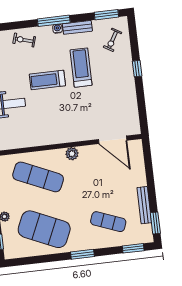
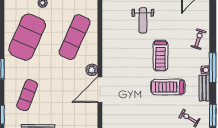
treadmill: (81, 68) -> (168, 87), turned 180
treadmill: (47, 80) -> (160, 56), turned 180
door: (113, 140) -> (100, 90), moved

